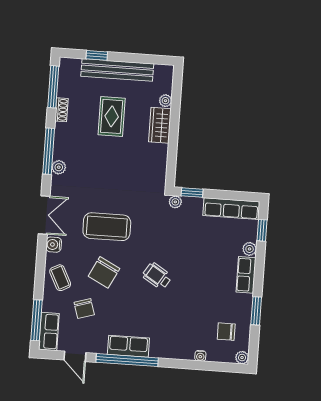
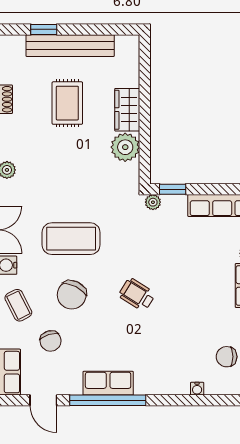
plant: (165, 101) -> (125, 147), moved, width x1.87, depth x1.87

